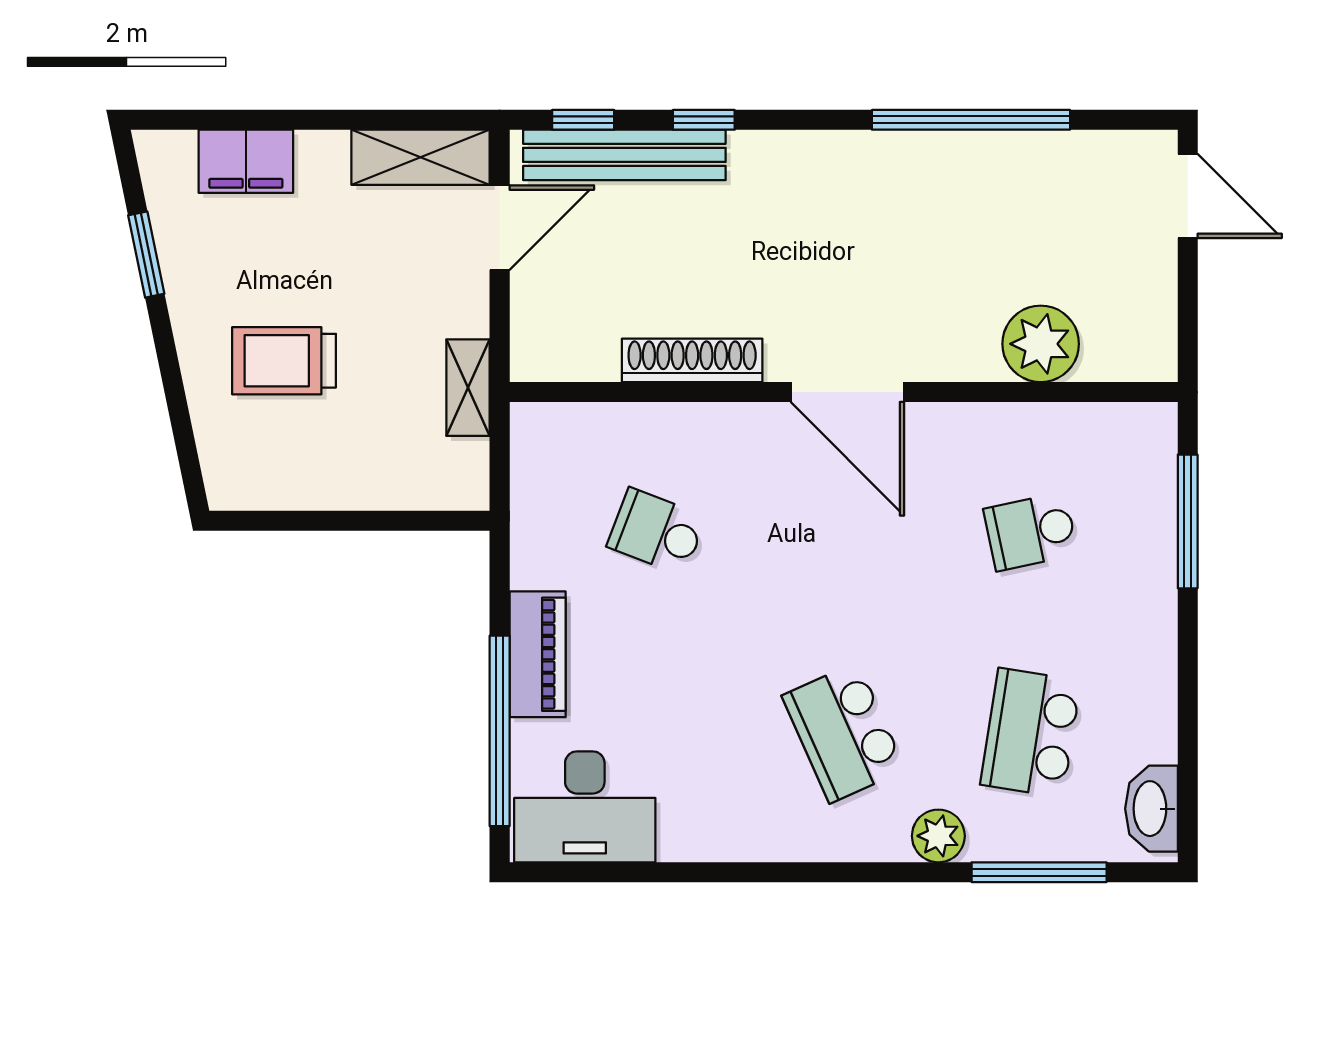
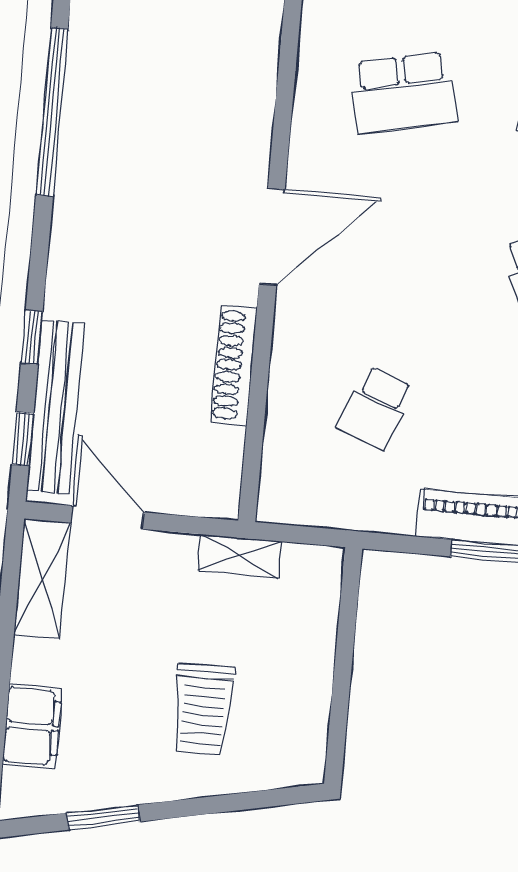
plant: (1041, 344) -> (246, 70), removed
school desk: (1031, 532) -> (404, 93), width x1.85

